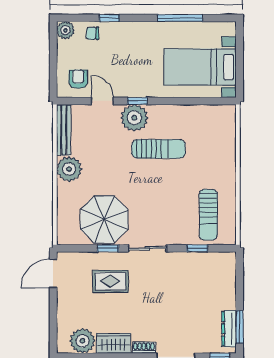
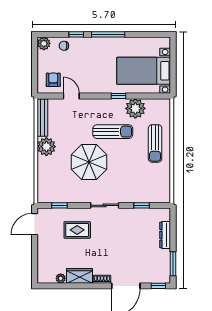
window: (180, 18) -> (108, 34), moved
window: (137, 101) -> (119, 96), moved
plant: (134, 118) -> (135, 108), moved
sun lounger: (208, 215) -> (155, 143), moved
parasol: (104, 219) -> (89, 162), moved
window: (108, 248) -> (60, 205), moved
dresser: (229, 329) -> (165, 235), moved
plant: (82, 341) -> (61, 278), width x0.53, depth x0.53

